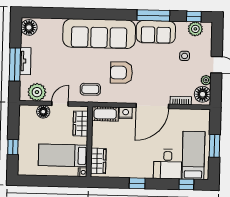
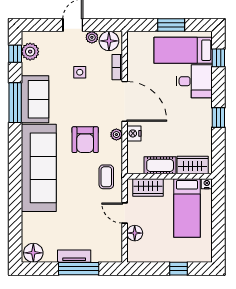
side table: (185, 56) -> (80, 72), moved
plant: (37, 92) -> (116, 135), moved, width x0.53, depth x0.53
cot: (105, 114) -> (160, 165), moved, turned 90

